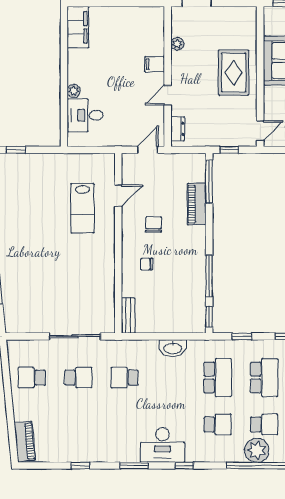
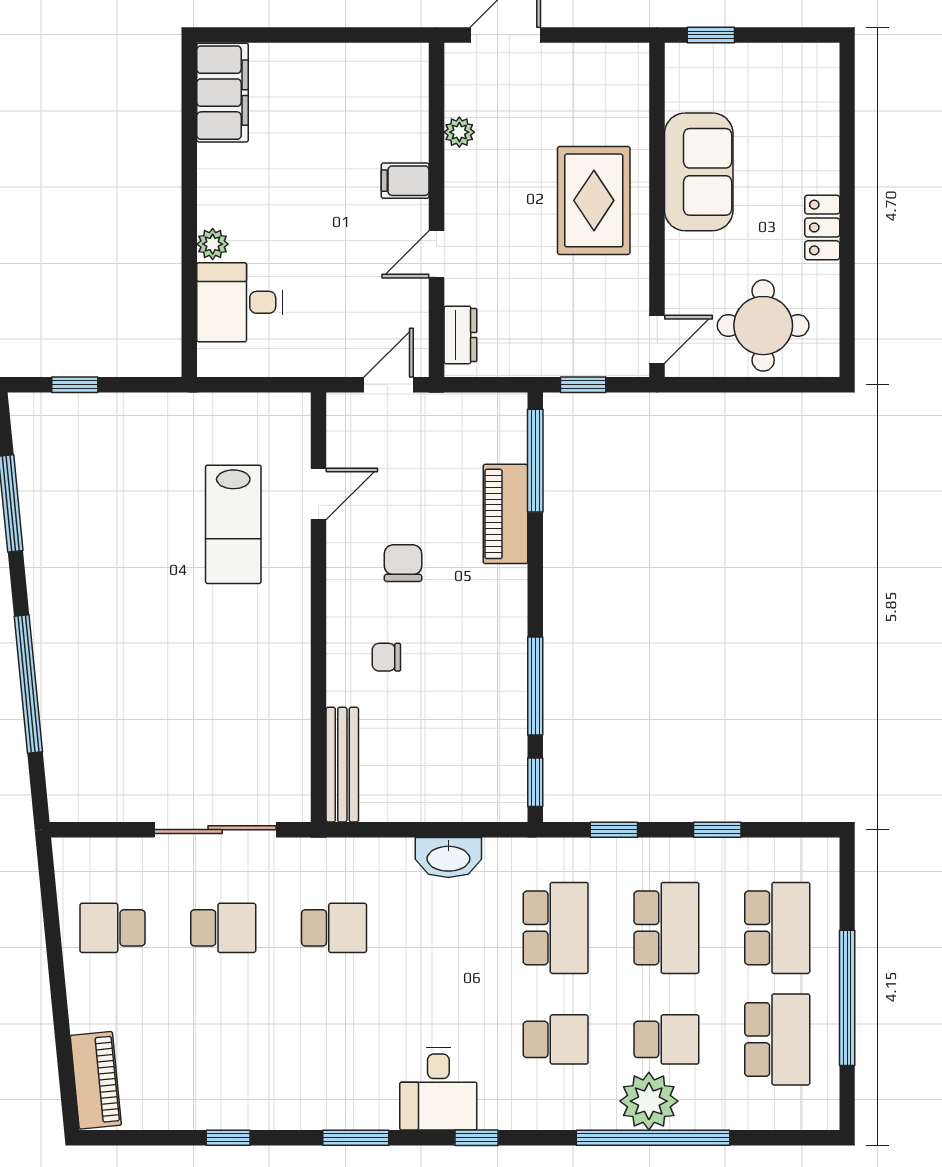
bench: (128, 316) -> (342, 765), width x1.36
school desk: (125, 378) -> (334, 928), turned 180
desk: (162, 445) -> (438, 1089), width x0.73

